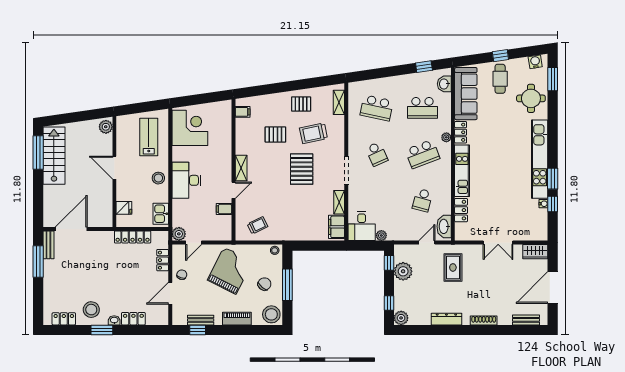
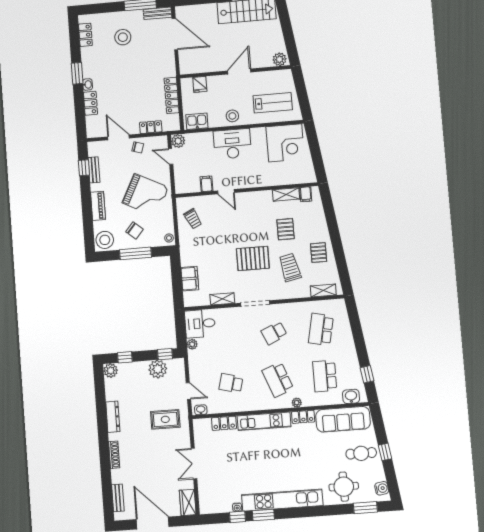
shelving: (241, 168) -> (286, 194), moved
washbasin: (444, 226) -> (201, 410), width x0.52, depth x0.69
filing cabinet: (337, 227) -> (190, 279), moved, turned 90
stool: (91, 310) -> (123, 37), moved

